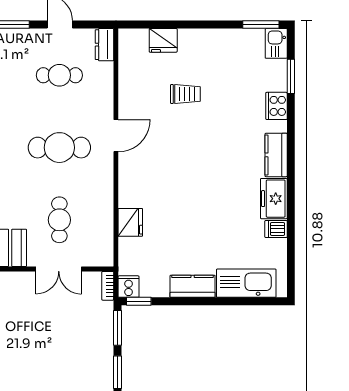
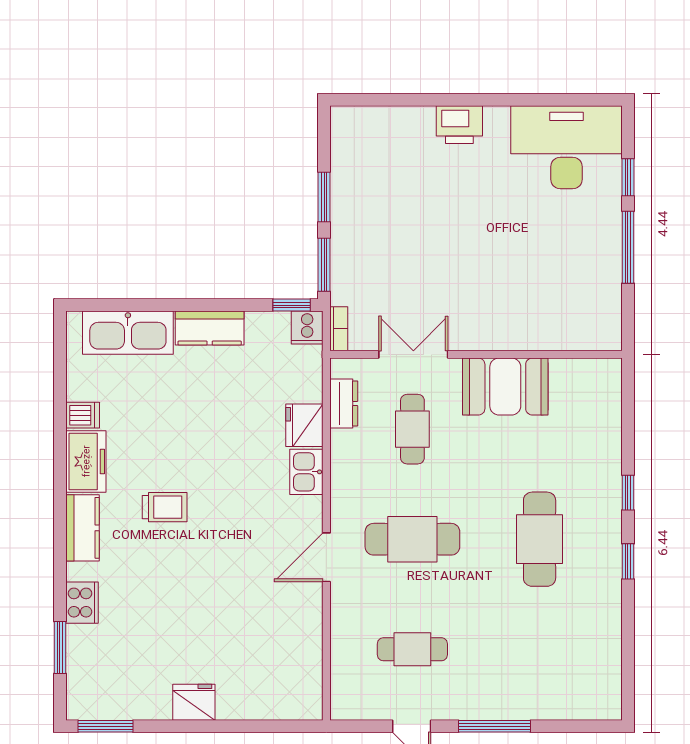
fridge: (163, 40) -> (194, 702), moved
kitchen sink: (276, 43) -> (306, 472), moved, turned 180
dresser: (104, 45) -> (344, 403), moved
trolley: (185, 94) -> (165, 507), moved, turned 180

